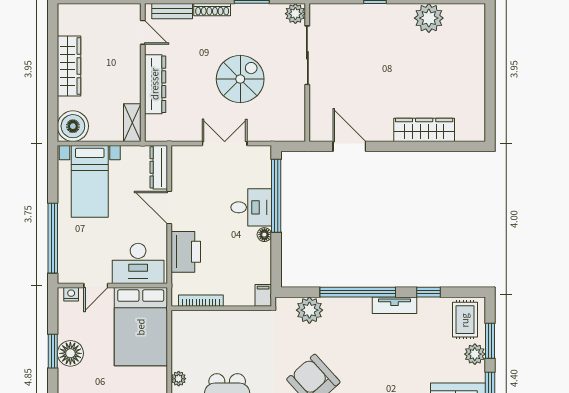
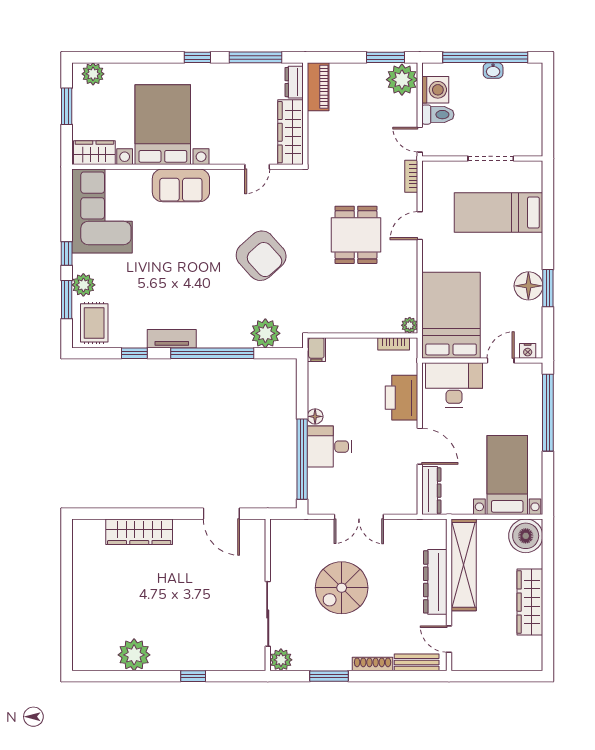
shelving: (132, 123) -> (464, 565), width x2.20, depth x1.33
bookcase: (201, 301) -> (394, 344), width x0.64
plant: (179, 379) -> (410, 325), moved

